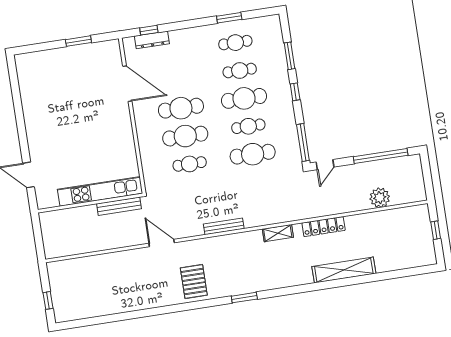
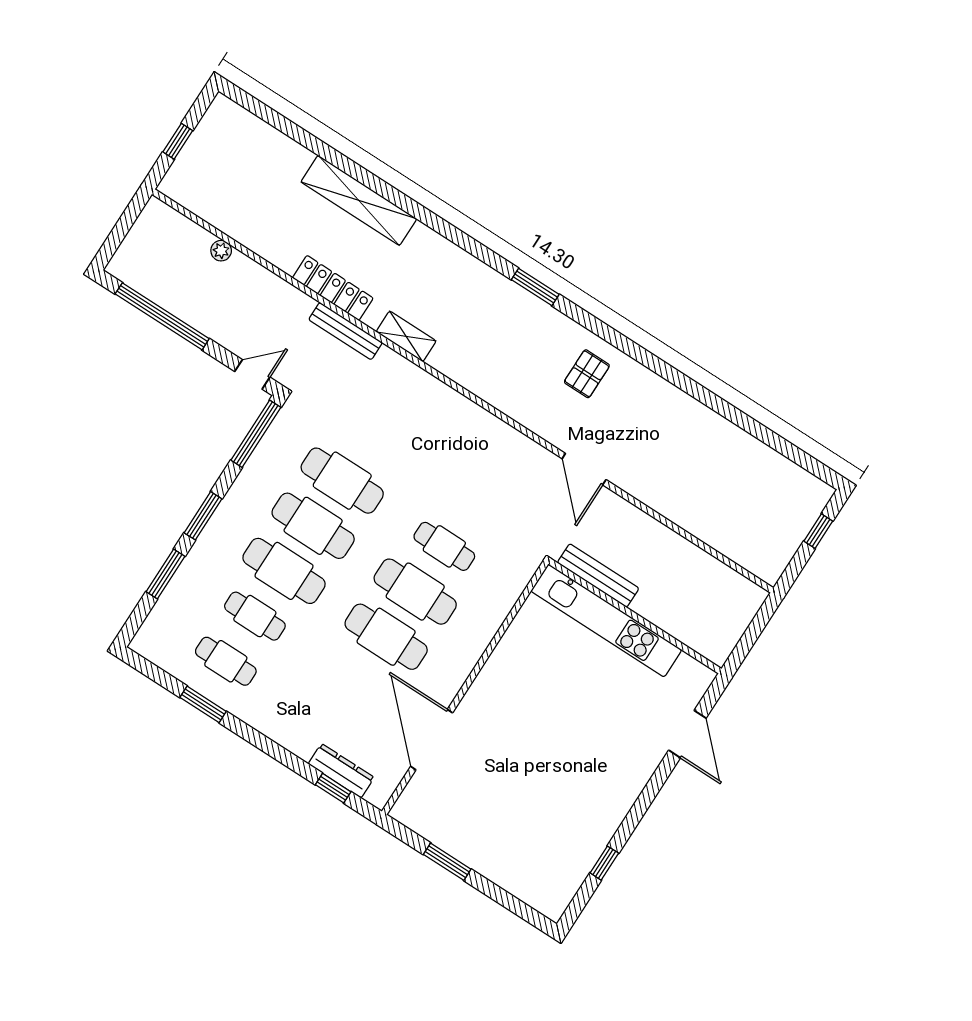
window: (295, 92) -> (203, 516), width x1.50
window: (16, 95) -> (604, 863), added
cafe table: (248, 126) -> (313, 526), width x1.37, depth x1.35
plant: (380, 198) -> (221, 251), width x0.53, depth x0.53
bench: (224, 226) -> (345, 331), moved
pallet: (194, 282) -> (587, 374), width x0.67, depth x0.71

